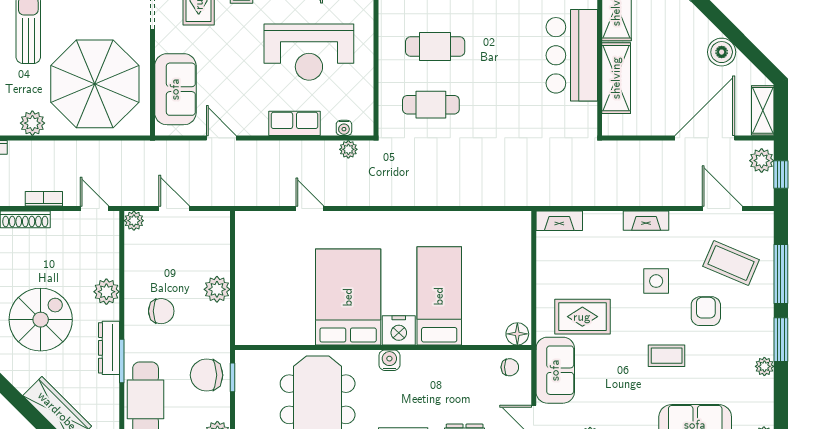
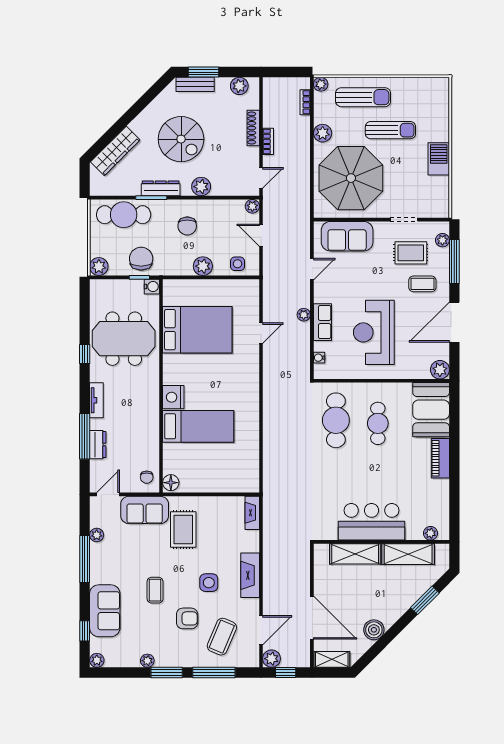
cafe table: (431, 105) -> (336, 420), width x1.37, depth x1.35
plant: (348, 149) -> (304, 315), moved
plant: (762, 161) -> (272, 659), moved
door: (174, 209) -> (261, 235), swing flipped
fireplace: (646, 221) -> (250, 575), width x1.37, depth x1.32
side table: (214, 241) -> (237, 264), added
bed: (348, 297) -> (197, 330), moved
water cooler: (389, 360) -> (152, 287), moved

